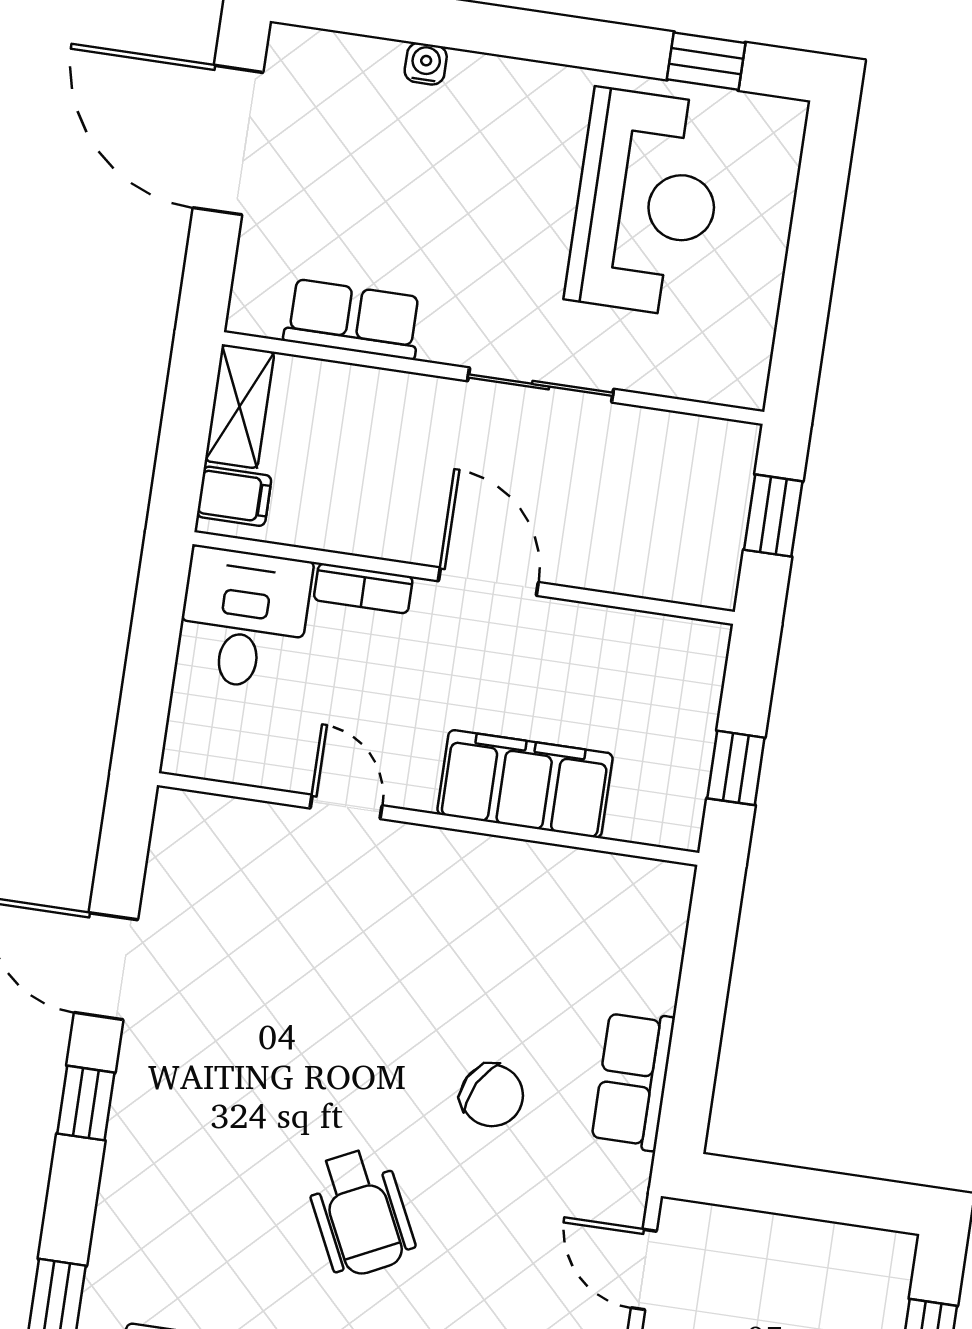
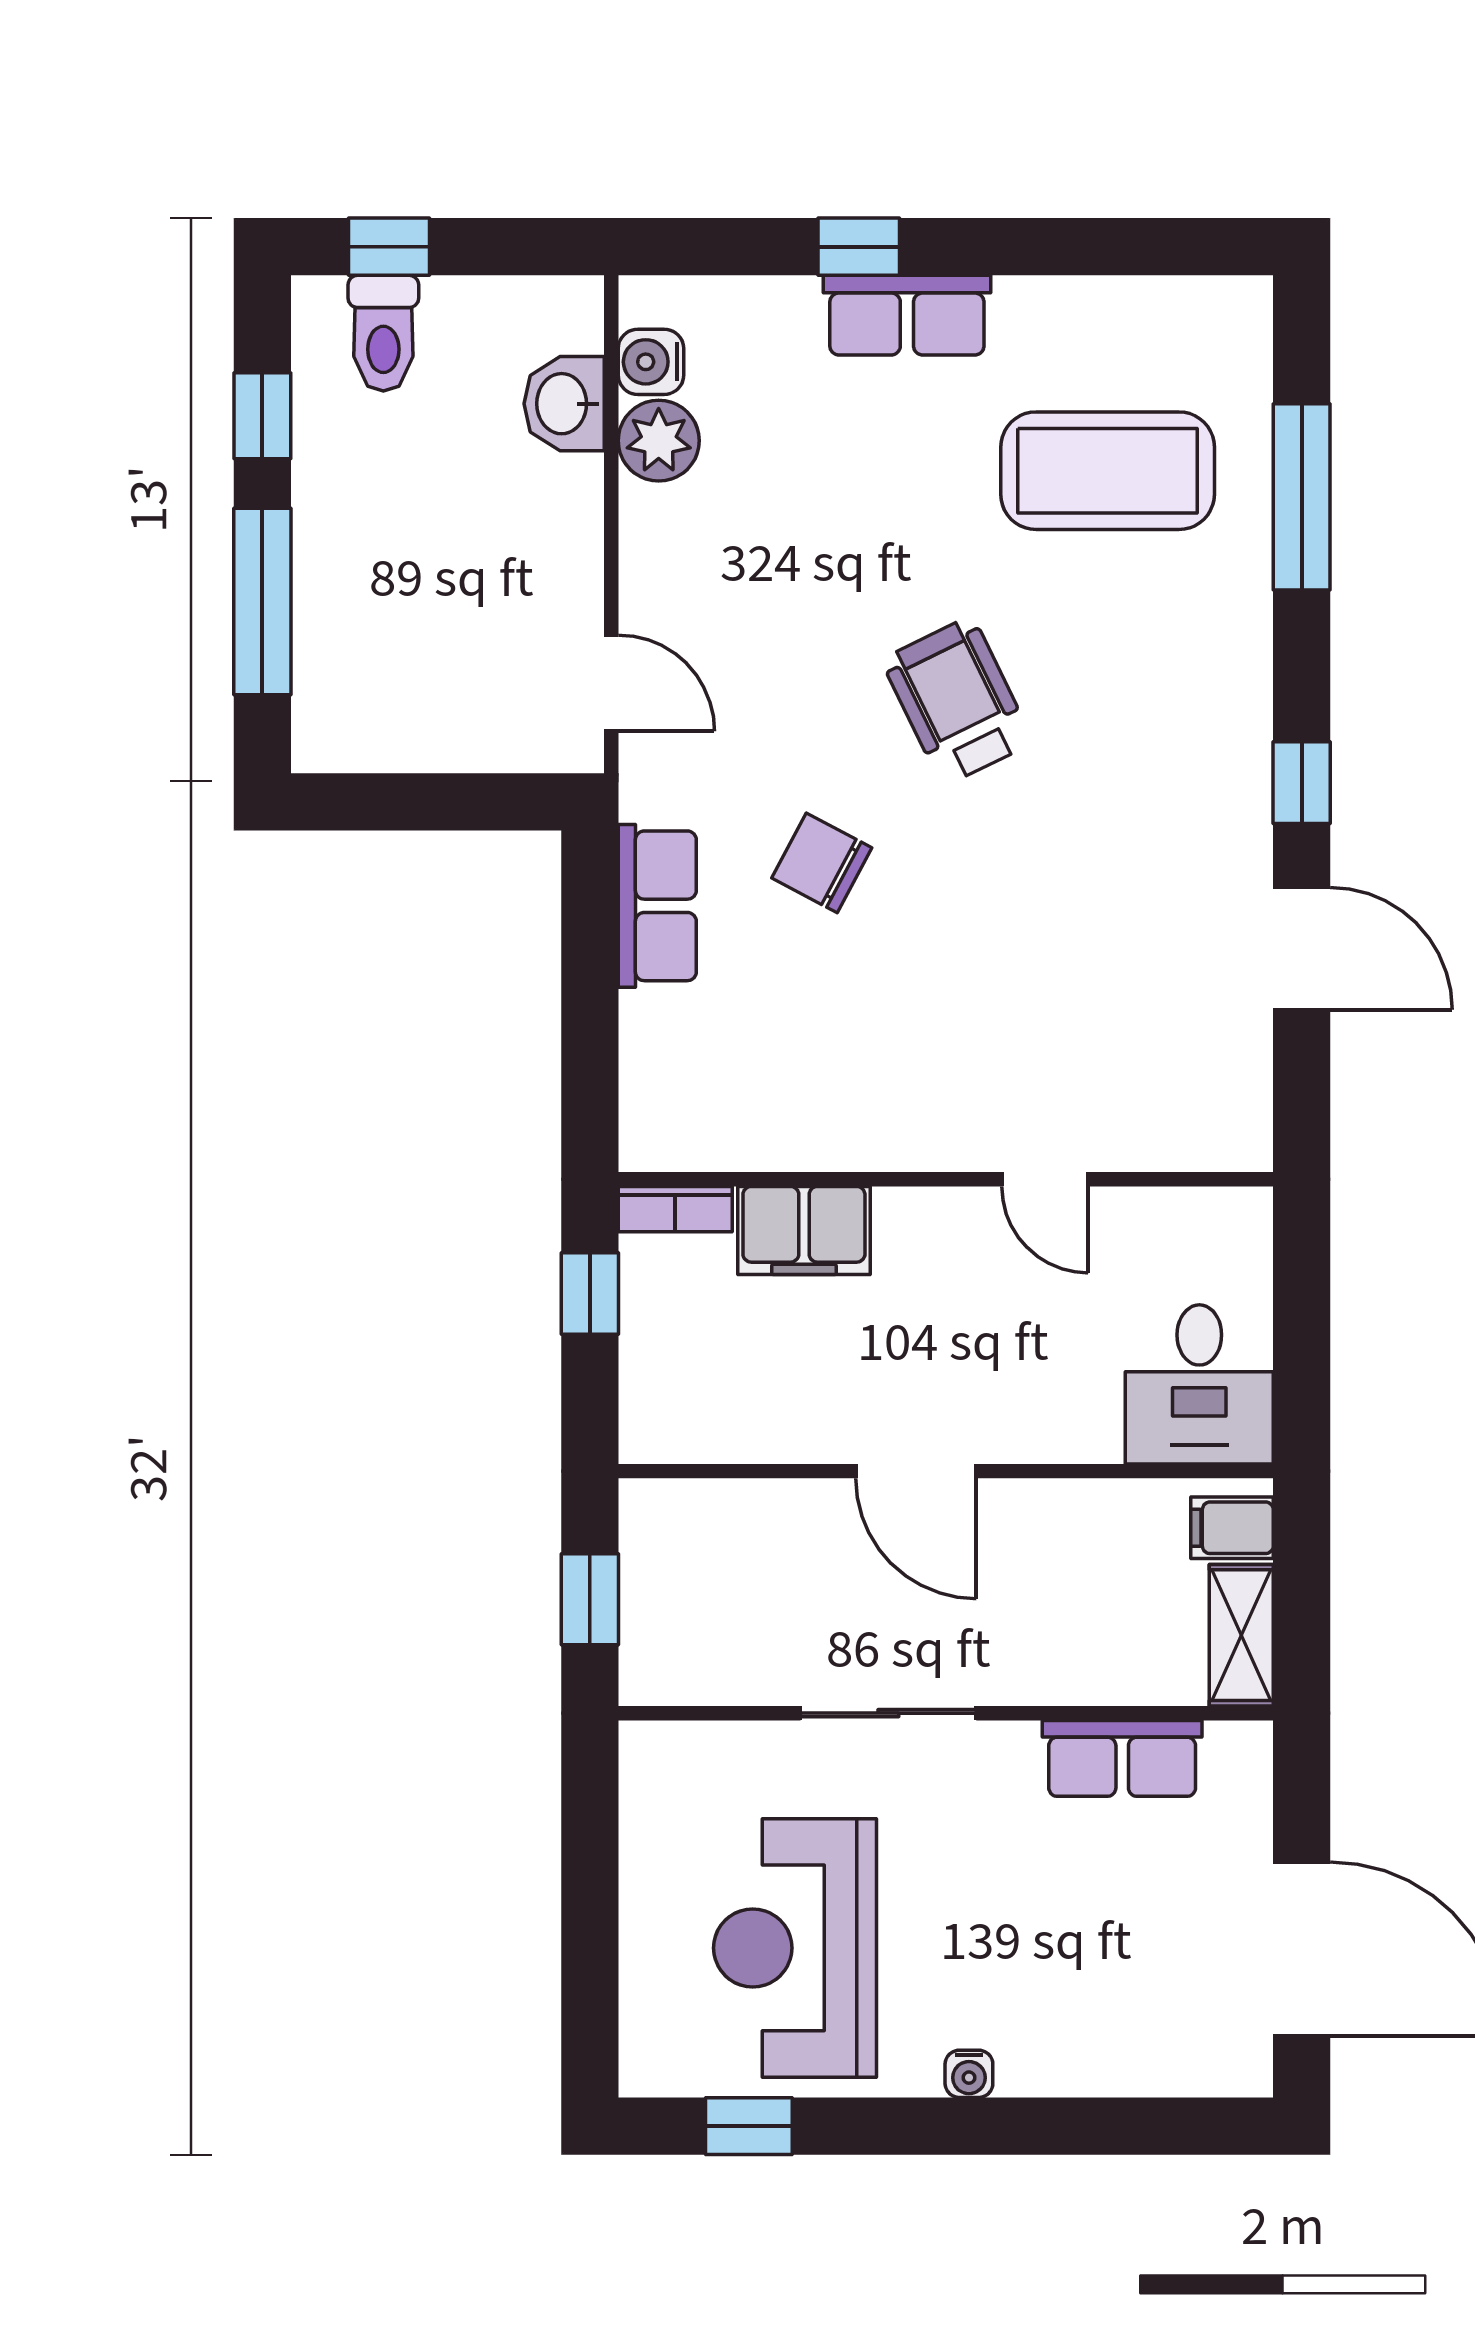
water cooler: (426, 64) -> (969, 2074), moved
bookcase: (363, 588) -> (675, 1209), moved, turned 180
filing cabinet: (525, 784) -> (804, 1231), width x0.67, depth x0.86

